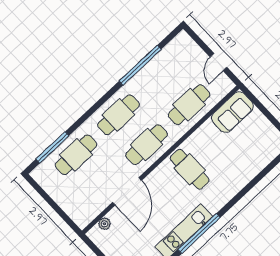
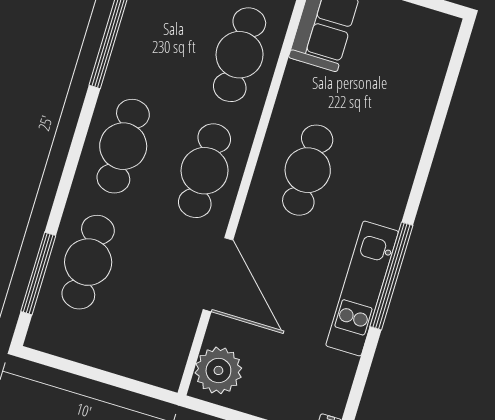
cafe table: (190, 169) -> (308, 170), turned 90
plant: (104, 224) -> (218, 370), width x1.88, depth x1.88

